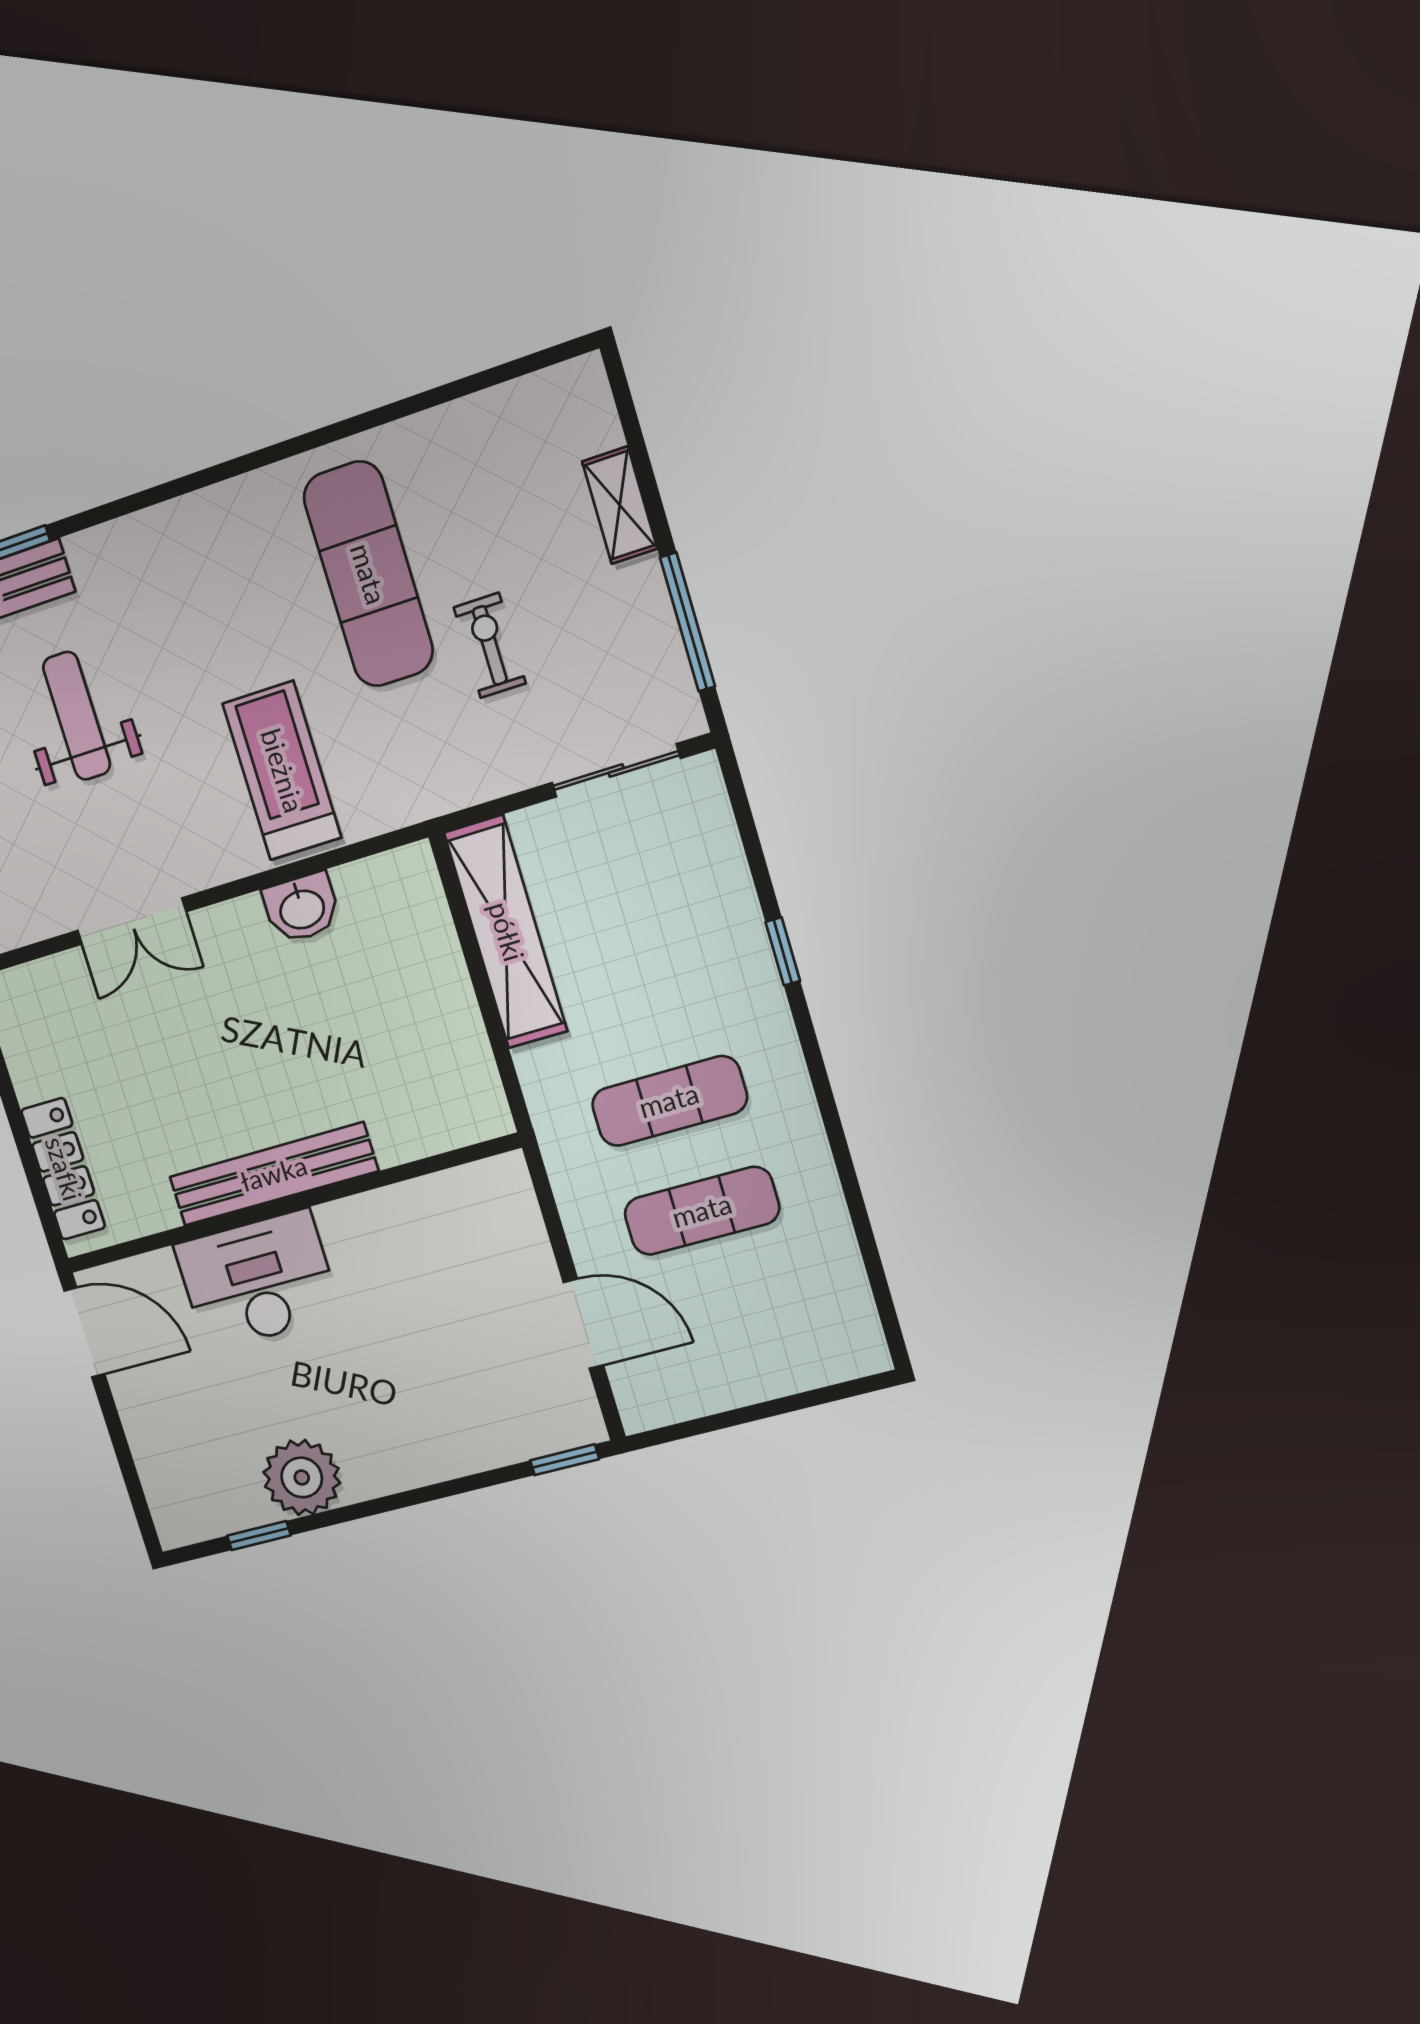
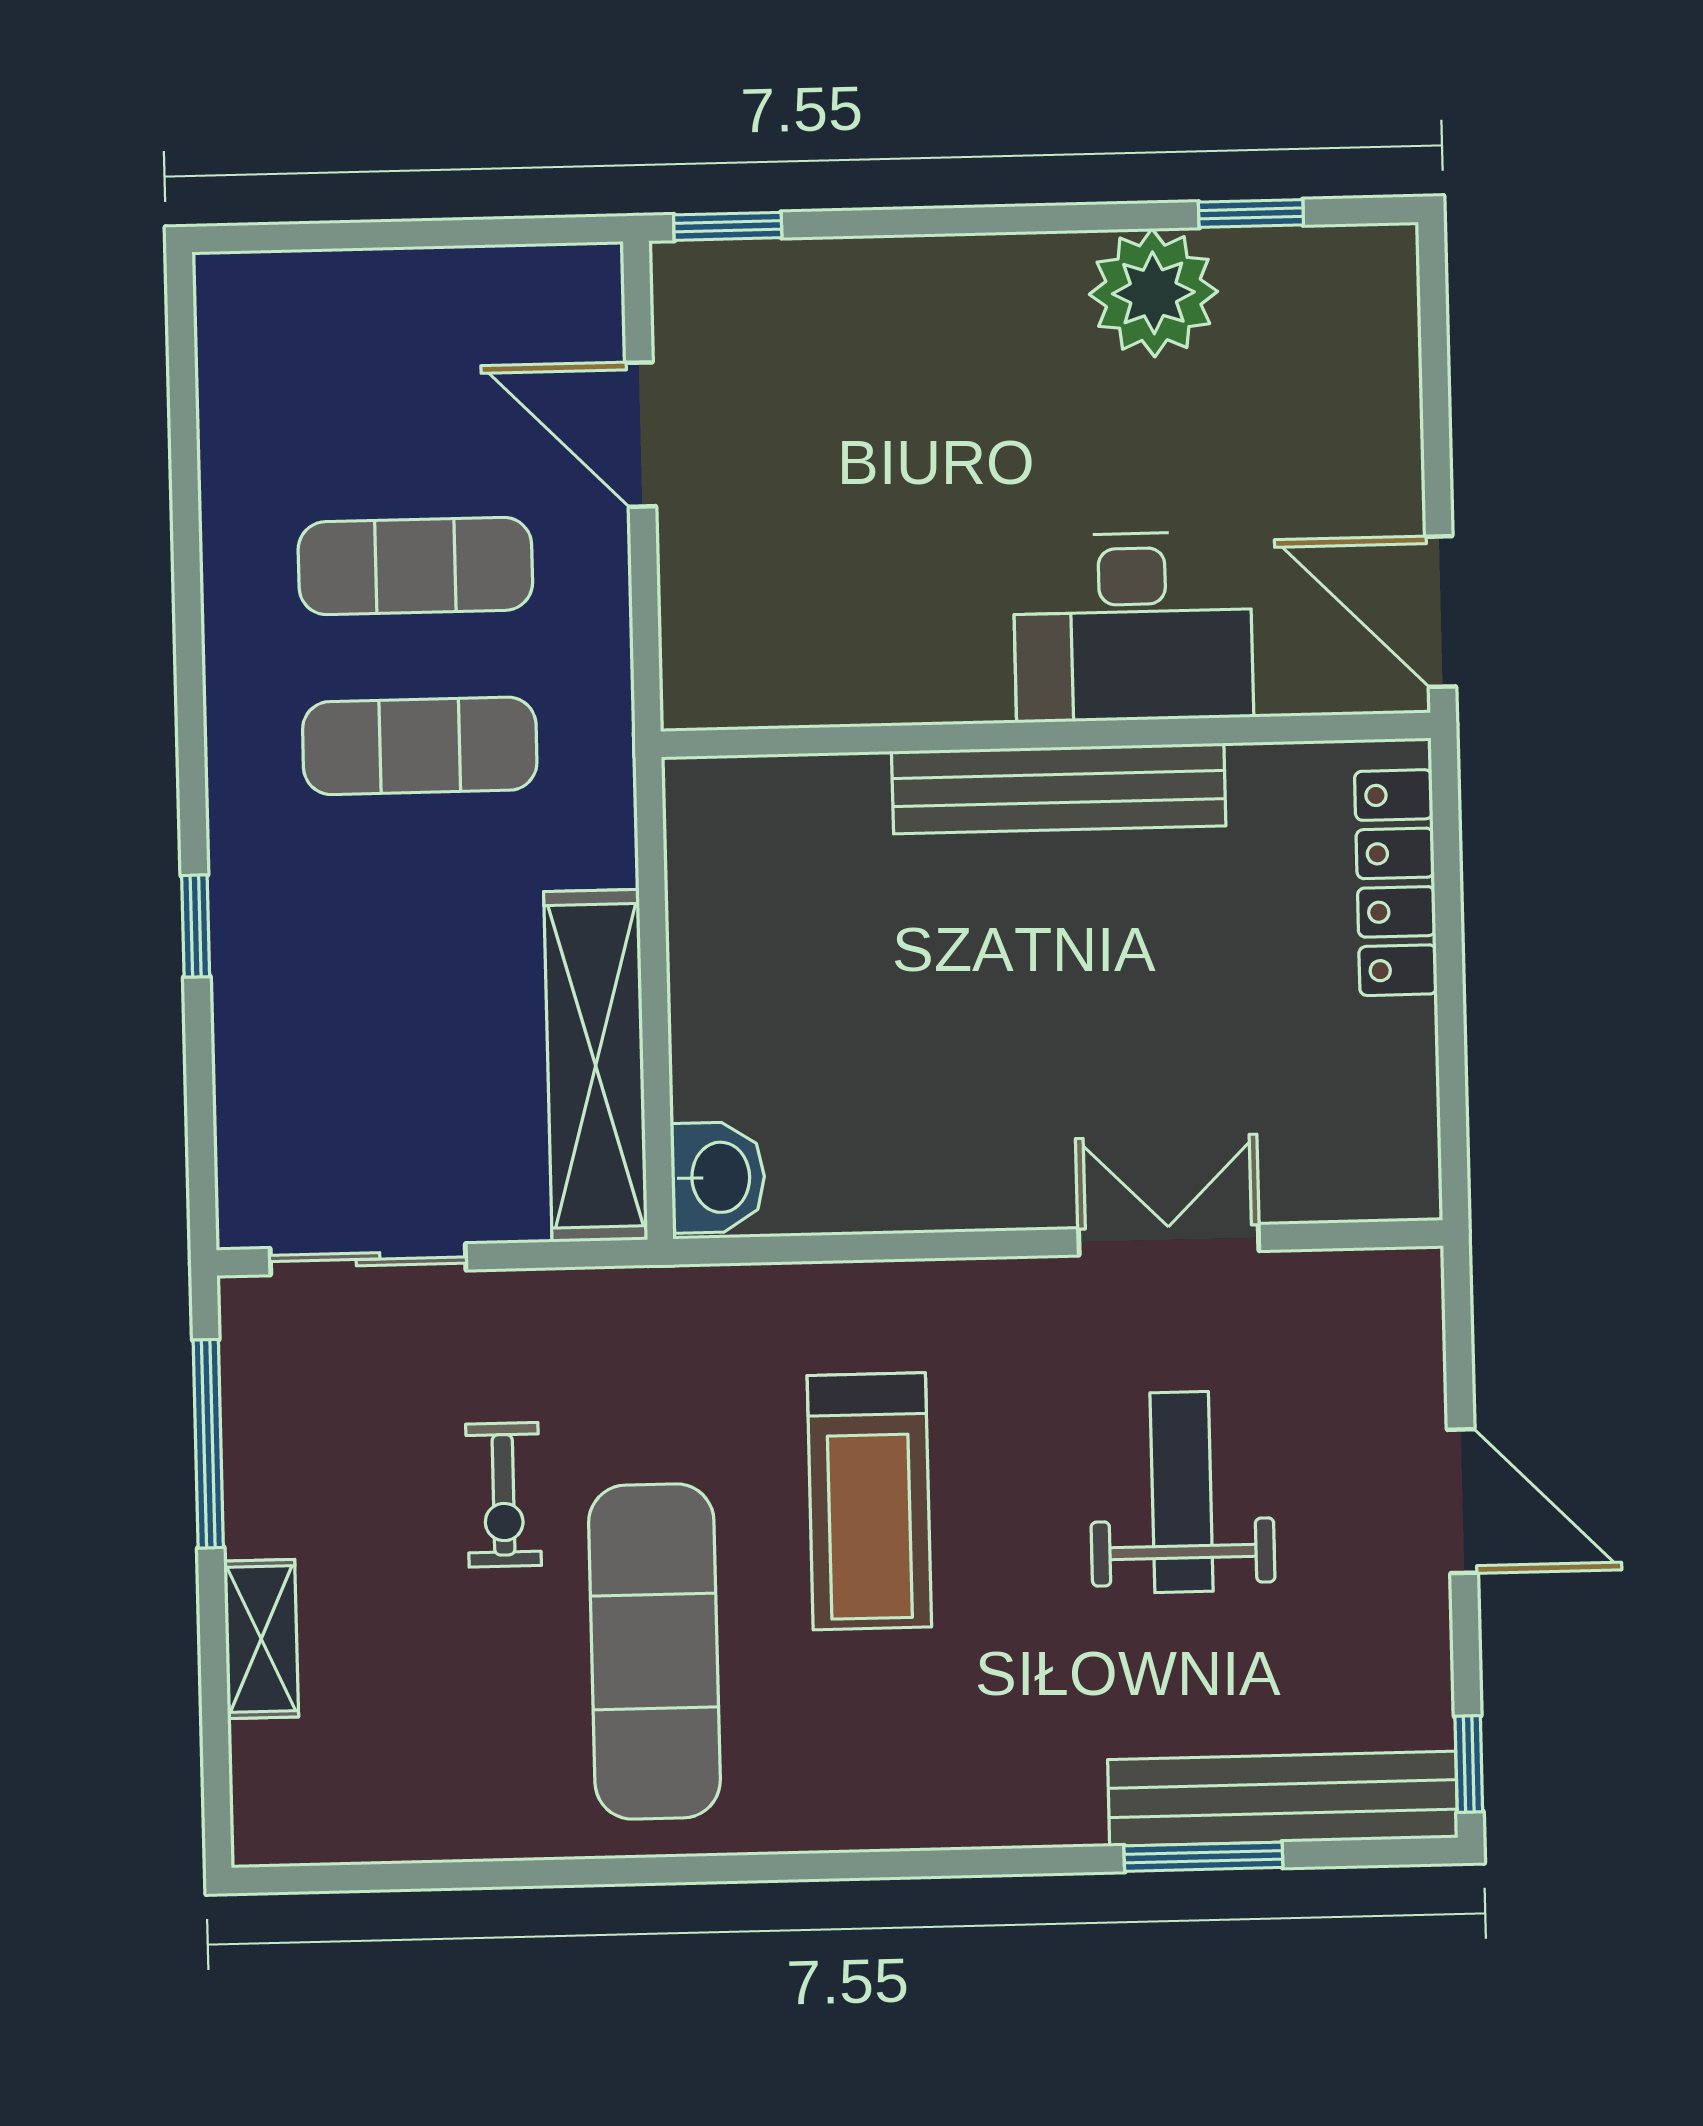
weight bench: (77, 716) -> (1182, 1492), moved, turned 180
treadmill: (282, 771) -> (869, 1501), moved
washbasin: (302, 908) -> (718, 1177), moved, turned 90

